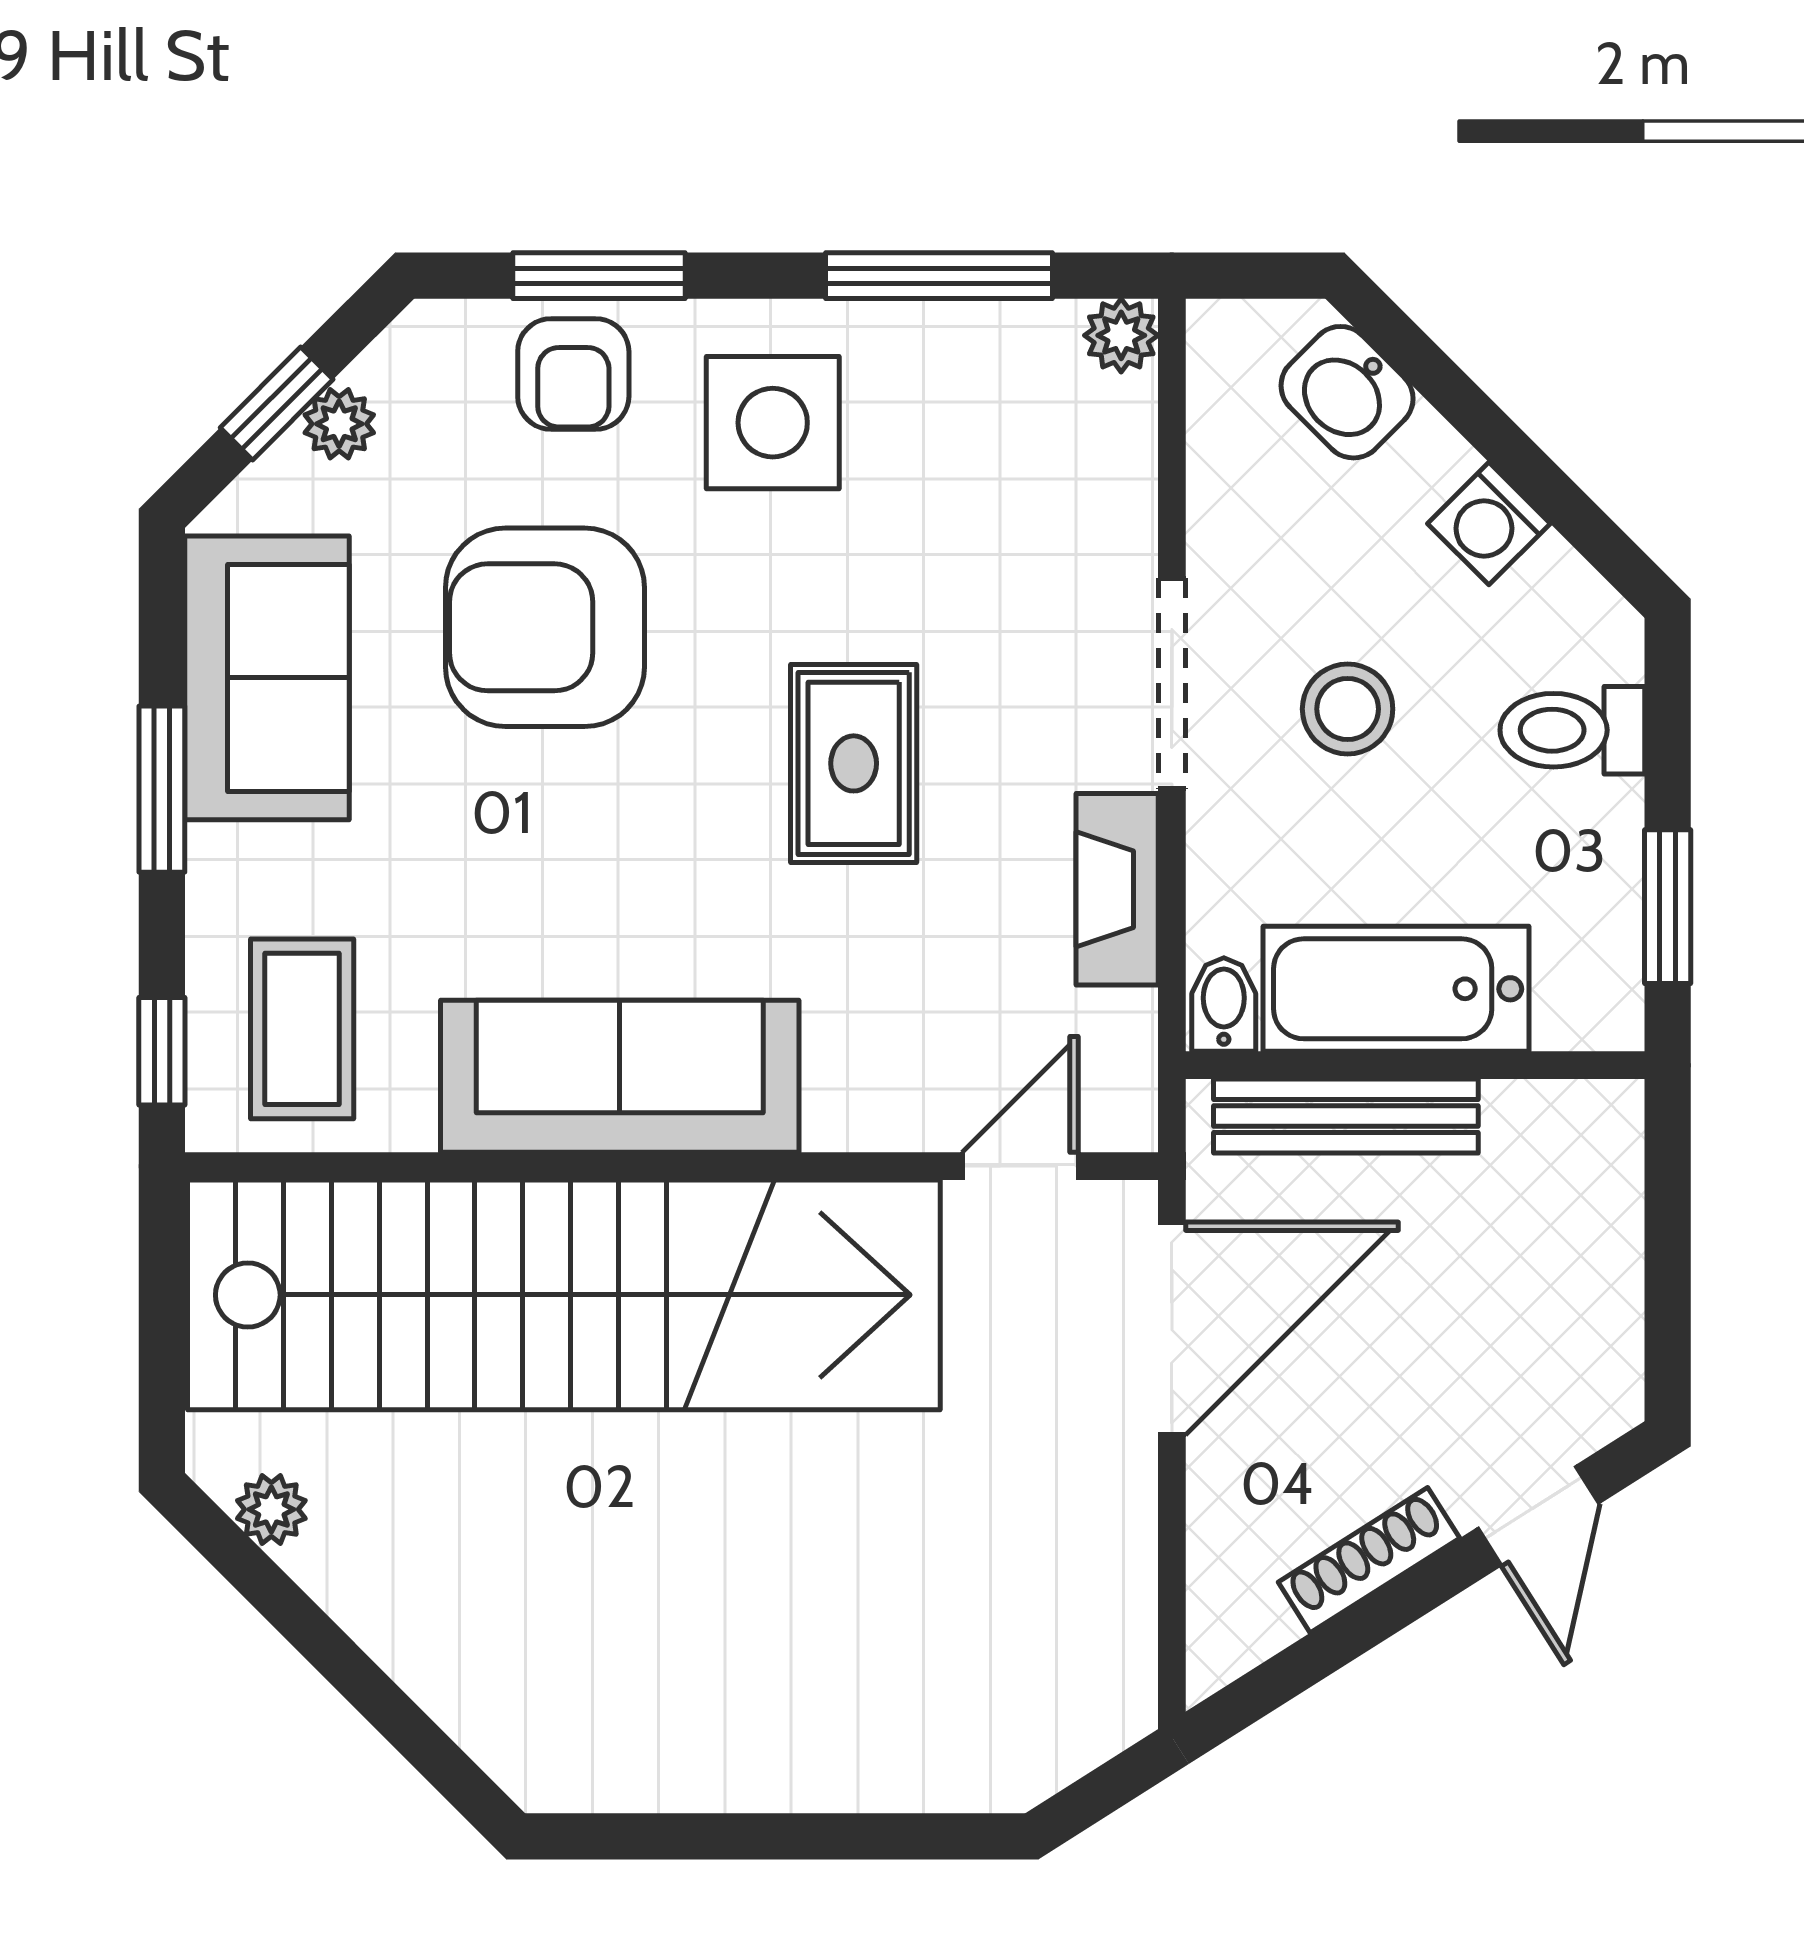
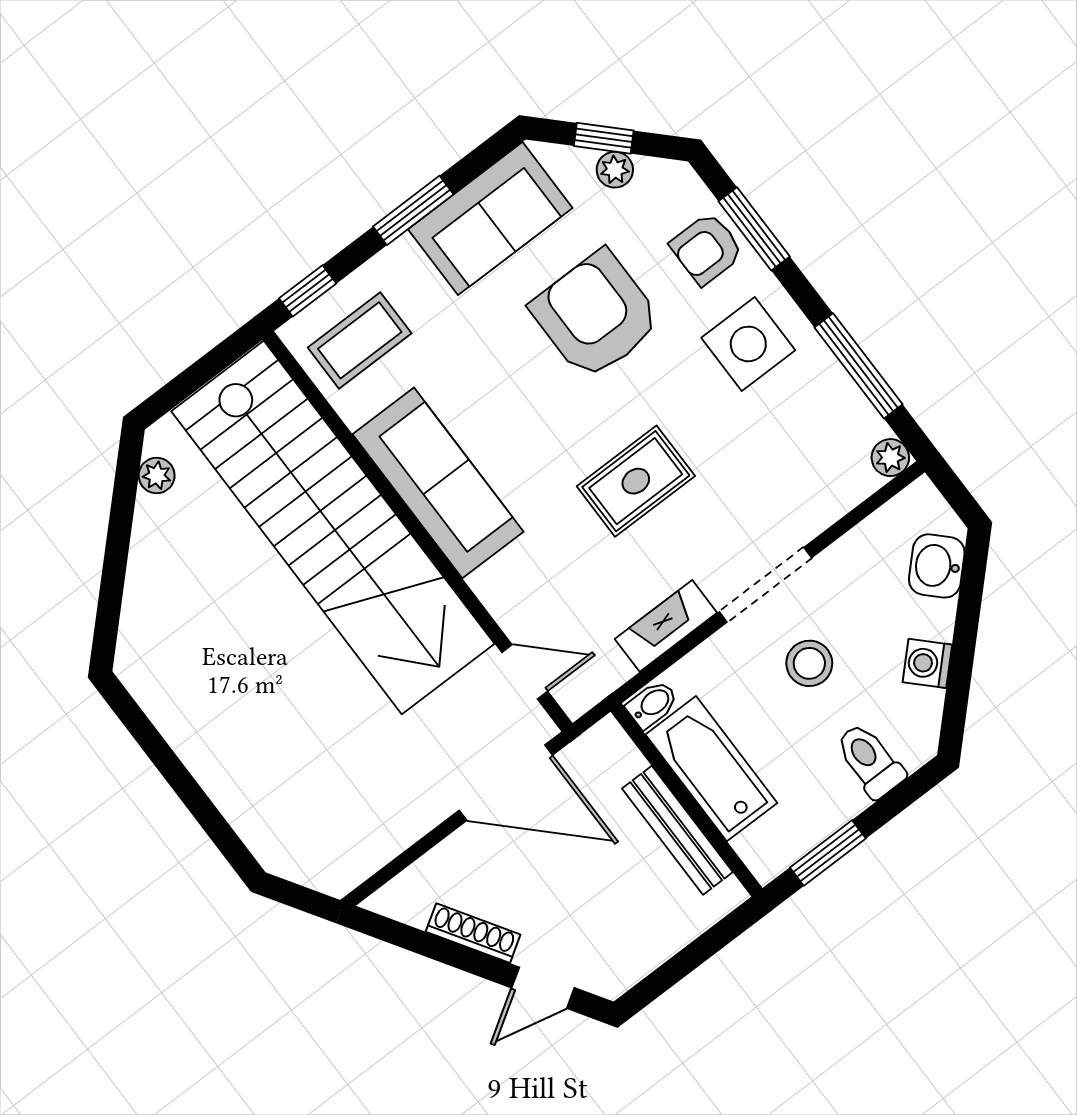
bench: (1346, 1116) -> (677, 830), moved

